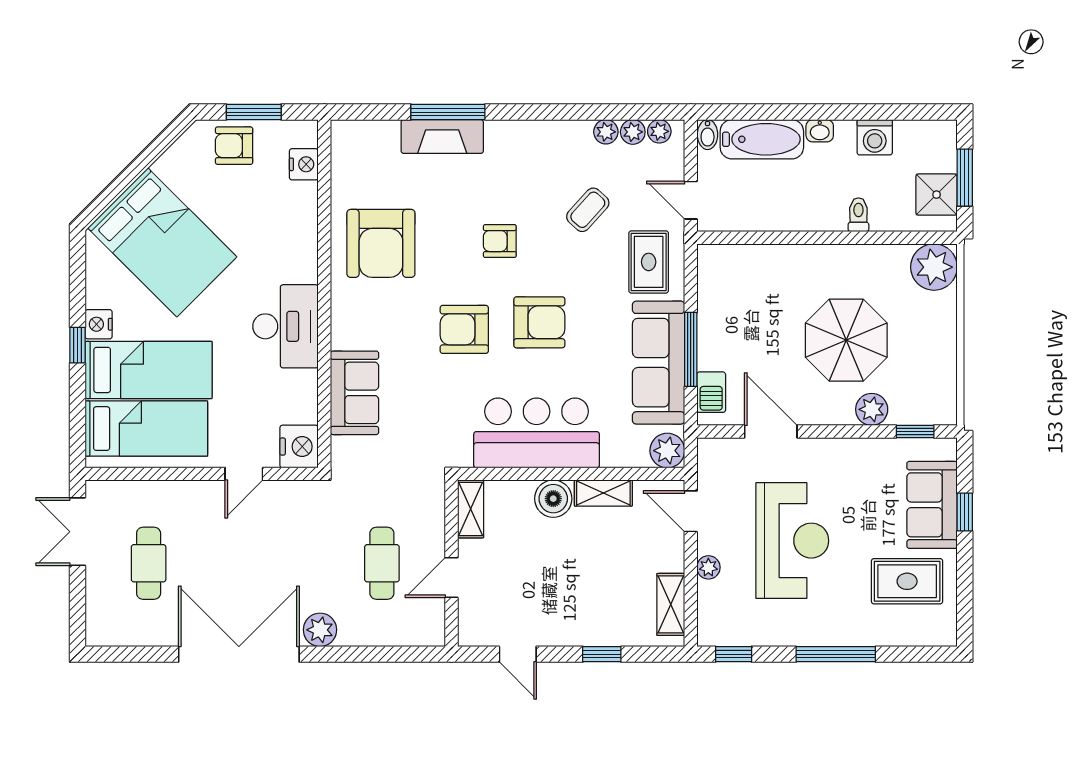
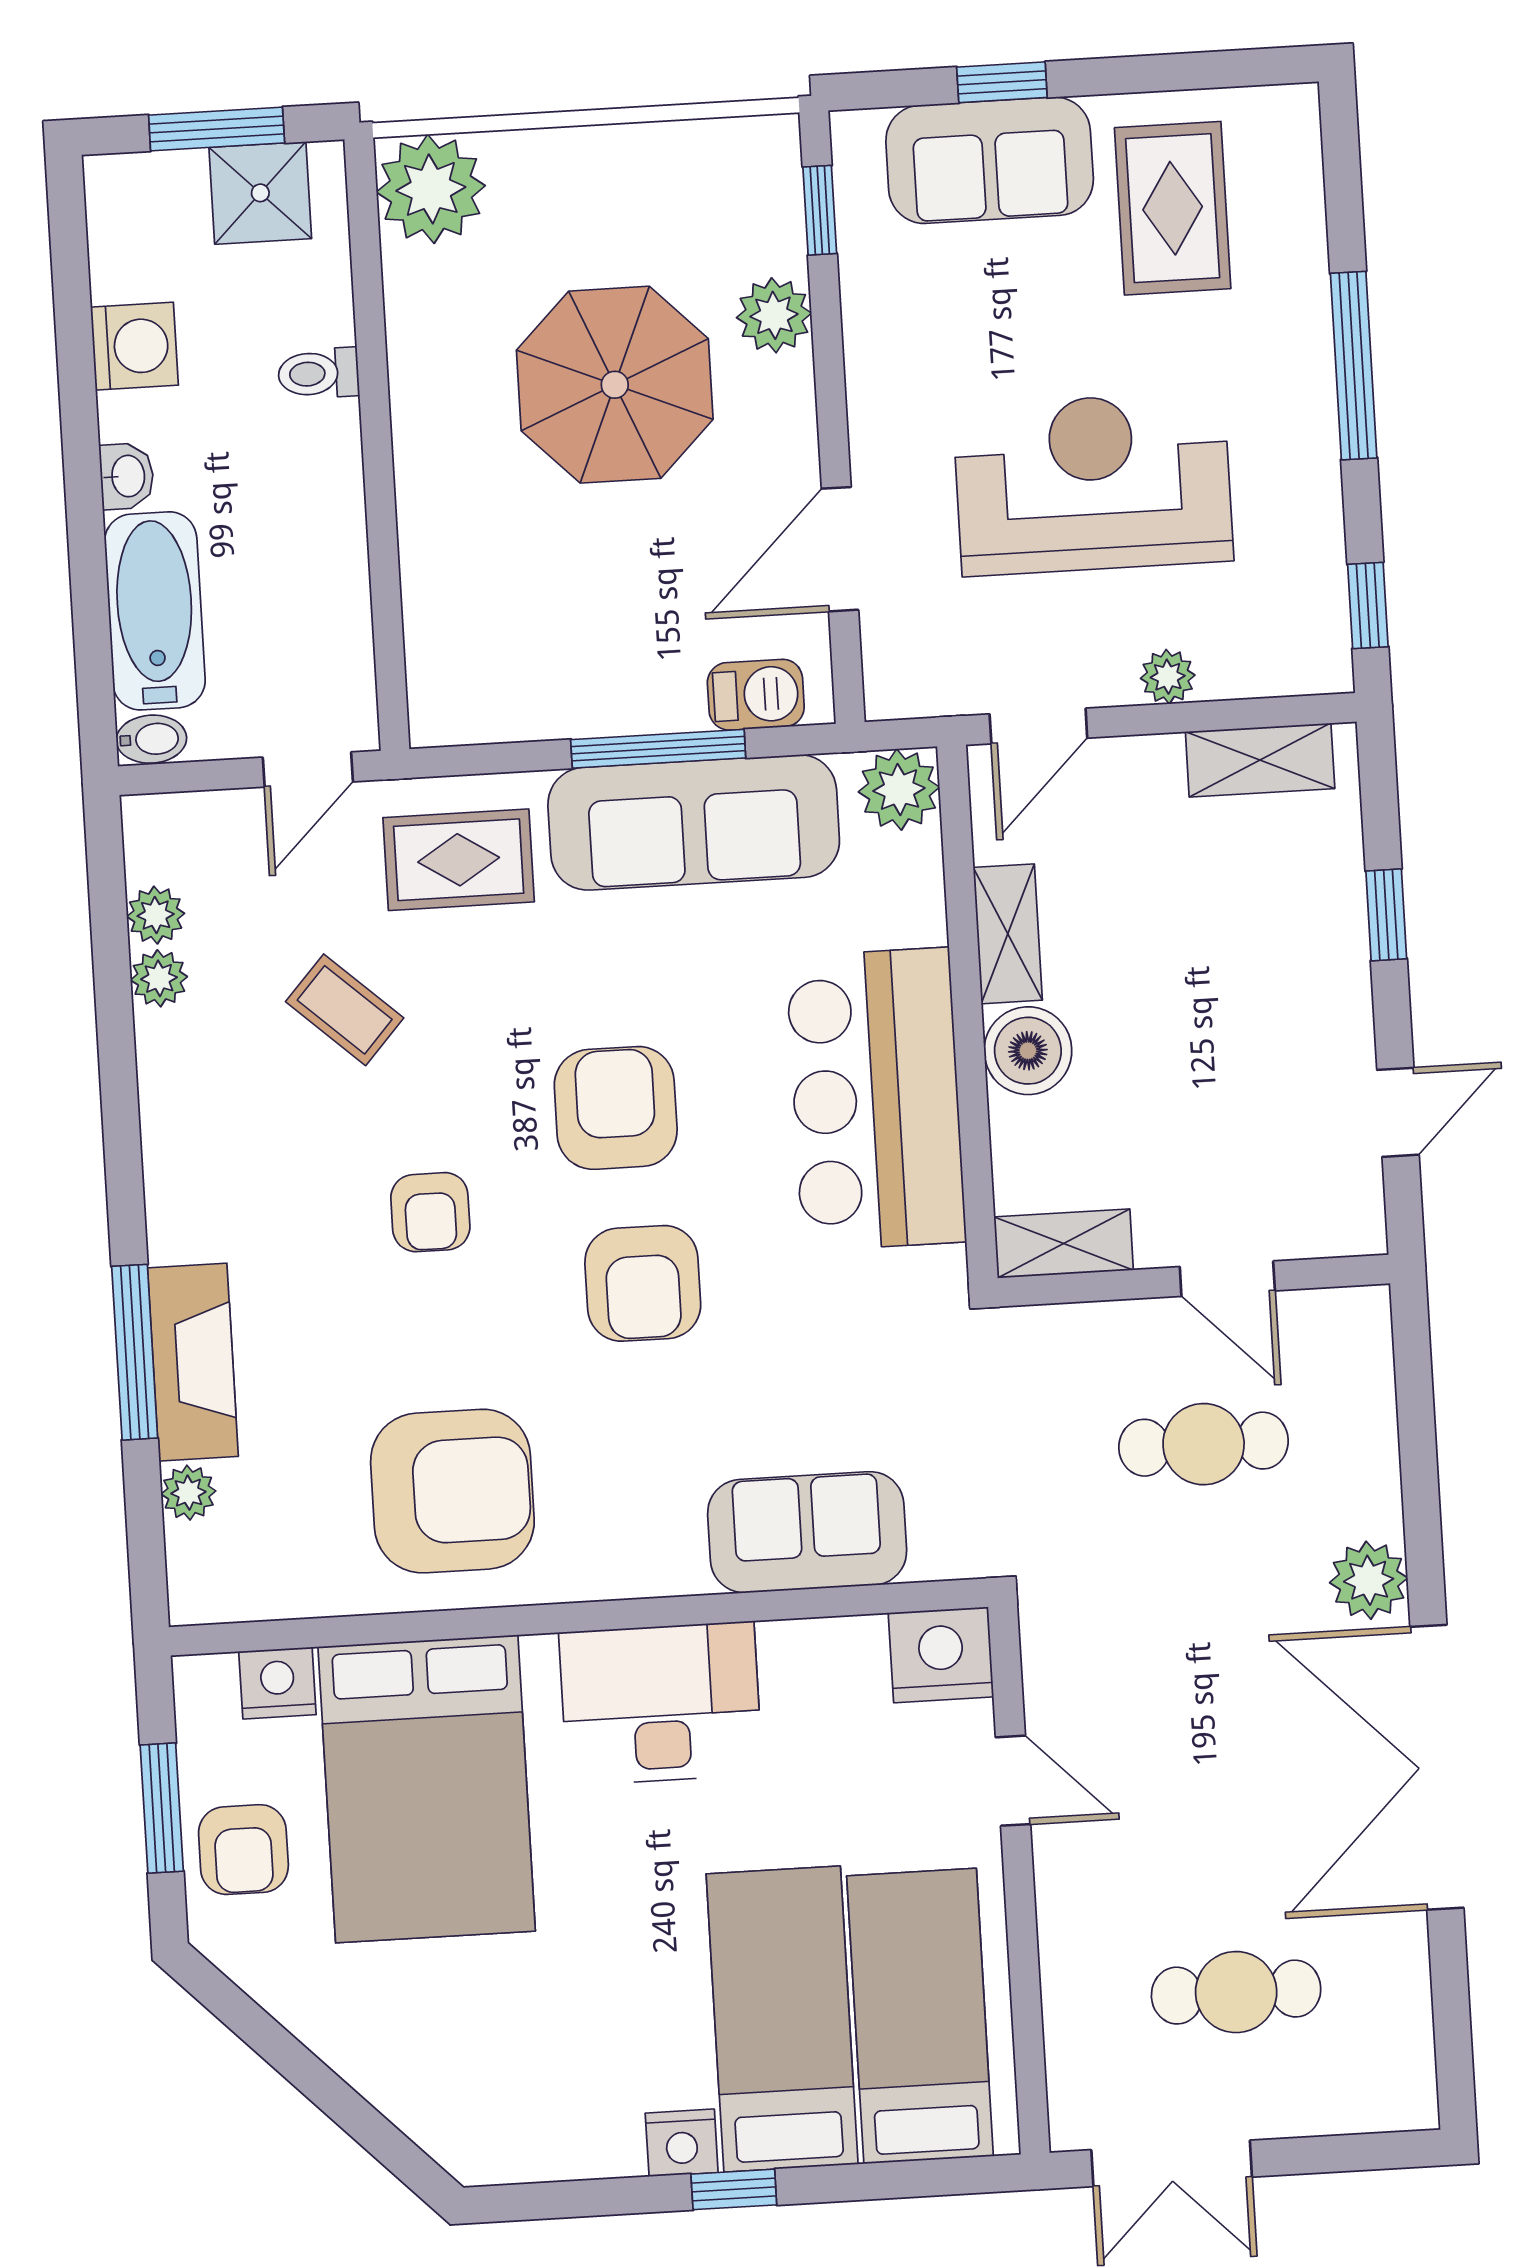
plant: (659, 131) -> (188, 1493), moved
bed: (162, 242) -> (427, 1789), moved, turned 135

